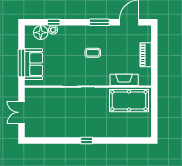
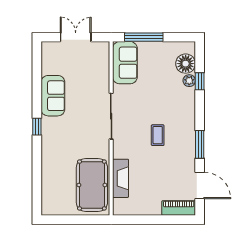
piano: (146, 55) -> (179, 208), moved
sofa: (34, 64) -> (125, 63), moved, turned -90
sofa: (64, 129) -> (53, 96), added

